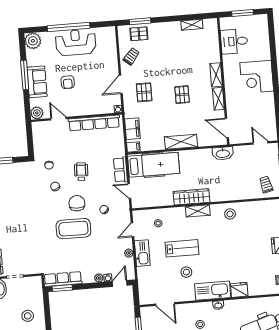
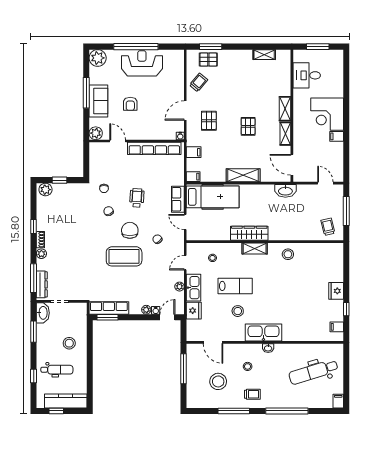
filing cabinet: (268, 97) -> (337, 136), added
filing cabinet: (132, 129) -> (194, 152), width x0.50
fridge: (239, 290) -> (194, 311), moved, turned 90

